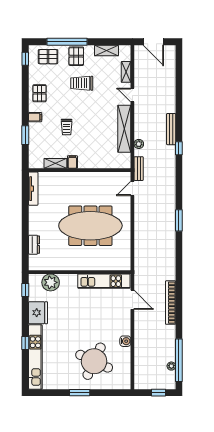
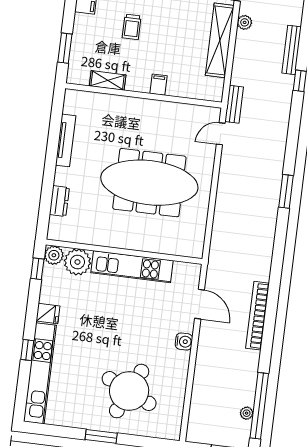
window: (25, 135) -> (65, 48), moved
plant: (139, 144) -> (245, 22), moved
filing cabinet: (72, 162) -> (158, 85), moved
tv unit: (33, 189) -> (66, 140), moved
plant: (35, 280) -> (54, 255), added
kitchen unit: (104, 281) -> (132, 267), moved
fridge: (38, 313) -> (48, 314), width x0.53, depth x0.75
water cooler: (125, 341) -> (184, 341), moved

